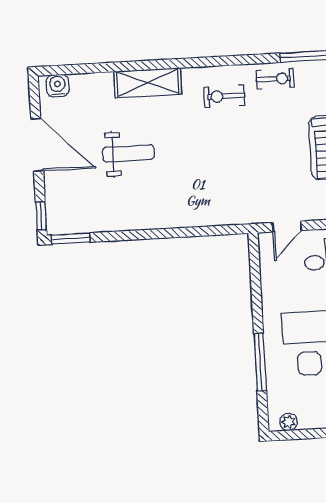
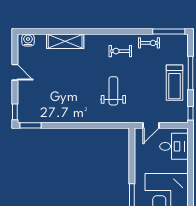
shelving: (148, 83) -> (65, 41), moved
door: (37, 145) -> (15, 72), width x0.53
weight bench: (128, 153) -> (113, 91), moved, turned -90

